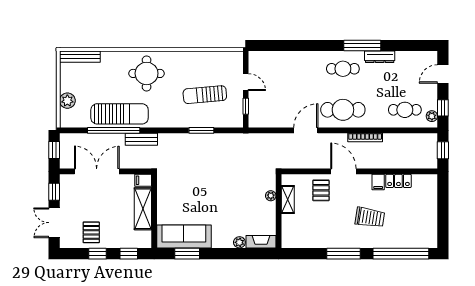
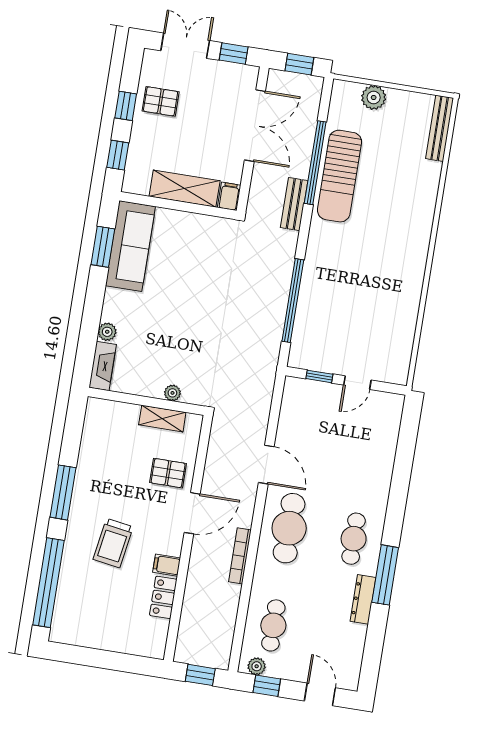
round table: (147, 73) -> (396, 229), removed
sun lounger: (205, 95) -> (348, 315), removed
window: (201, 130) -> (293, 301), width x2.11

